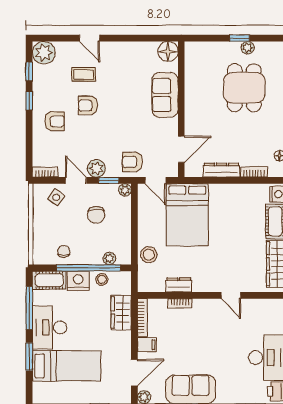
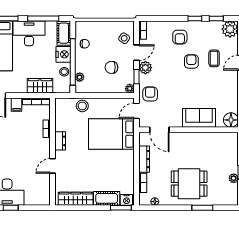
dining table: (244, 88) -> (189, 184), moved
dresser: (179, 285) -> (60, 141), moved

